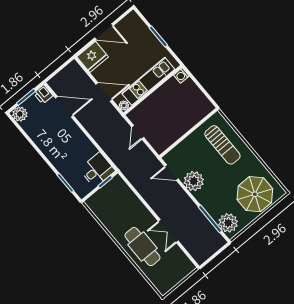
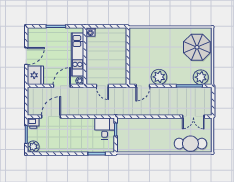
sun lounger: (222, 145) -> (152, 42), removed
double door: (168, 231) -> (193, 117), moved
cafe table: (142, 247) -> (190, 144), moved

